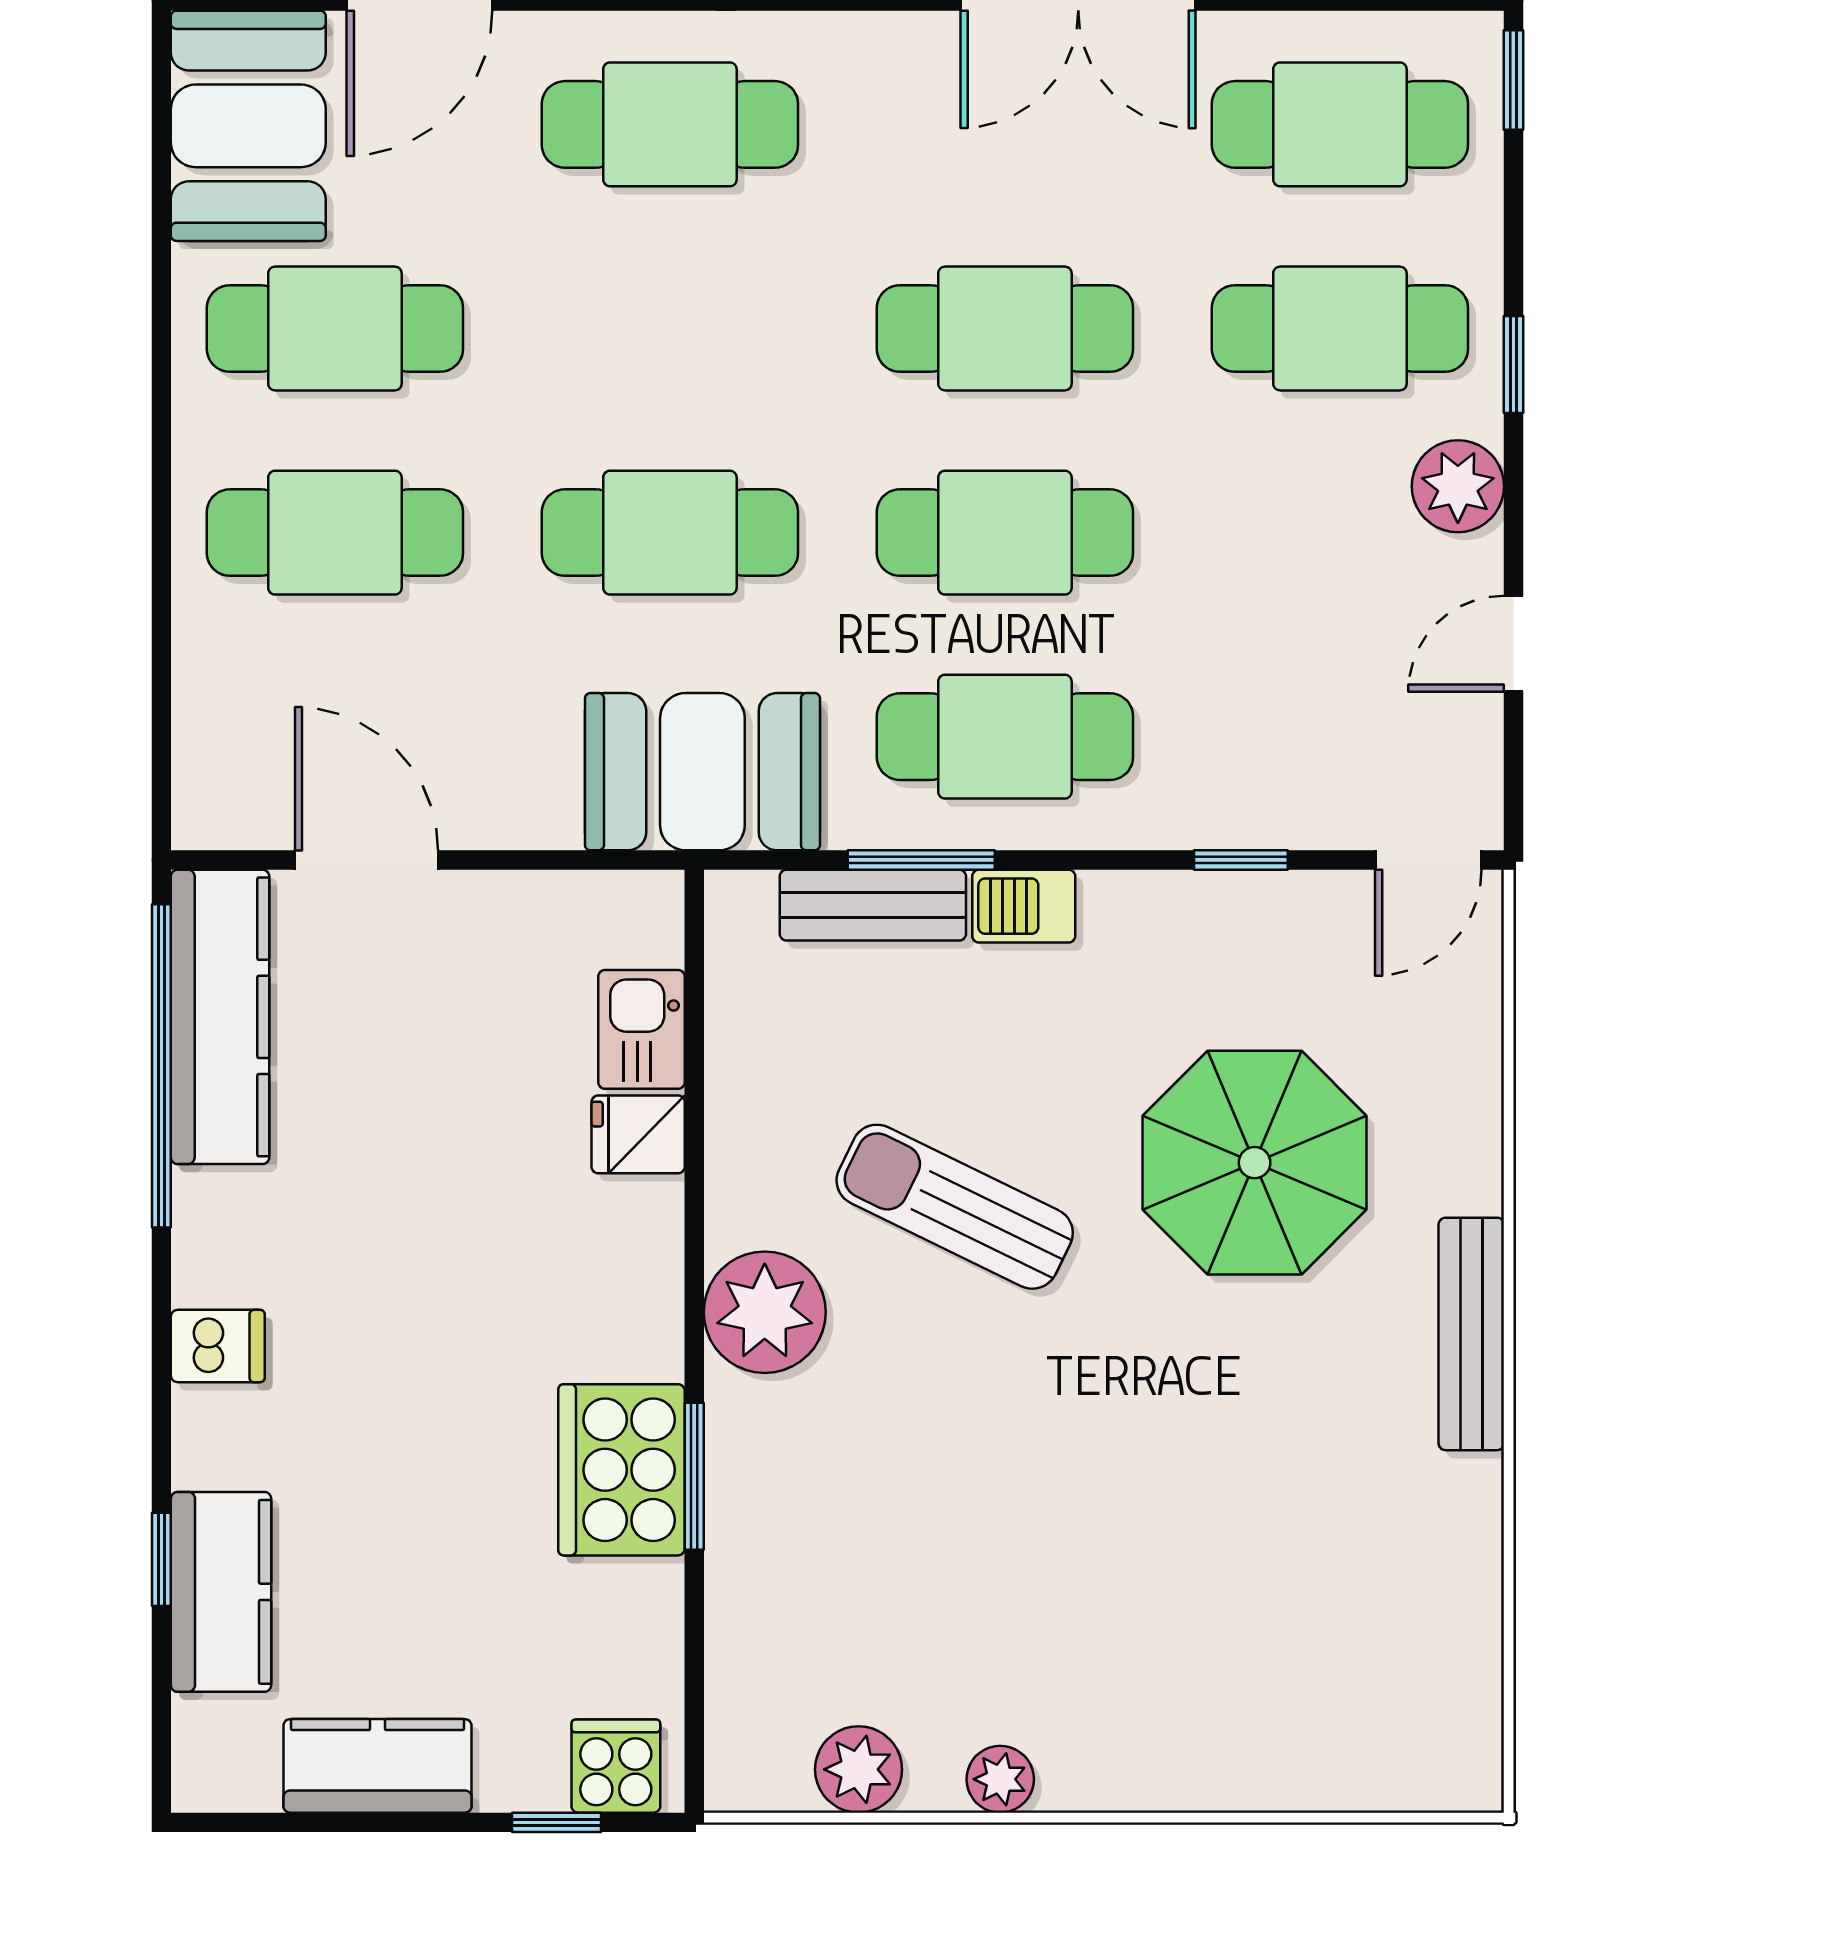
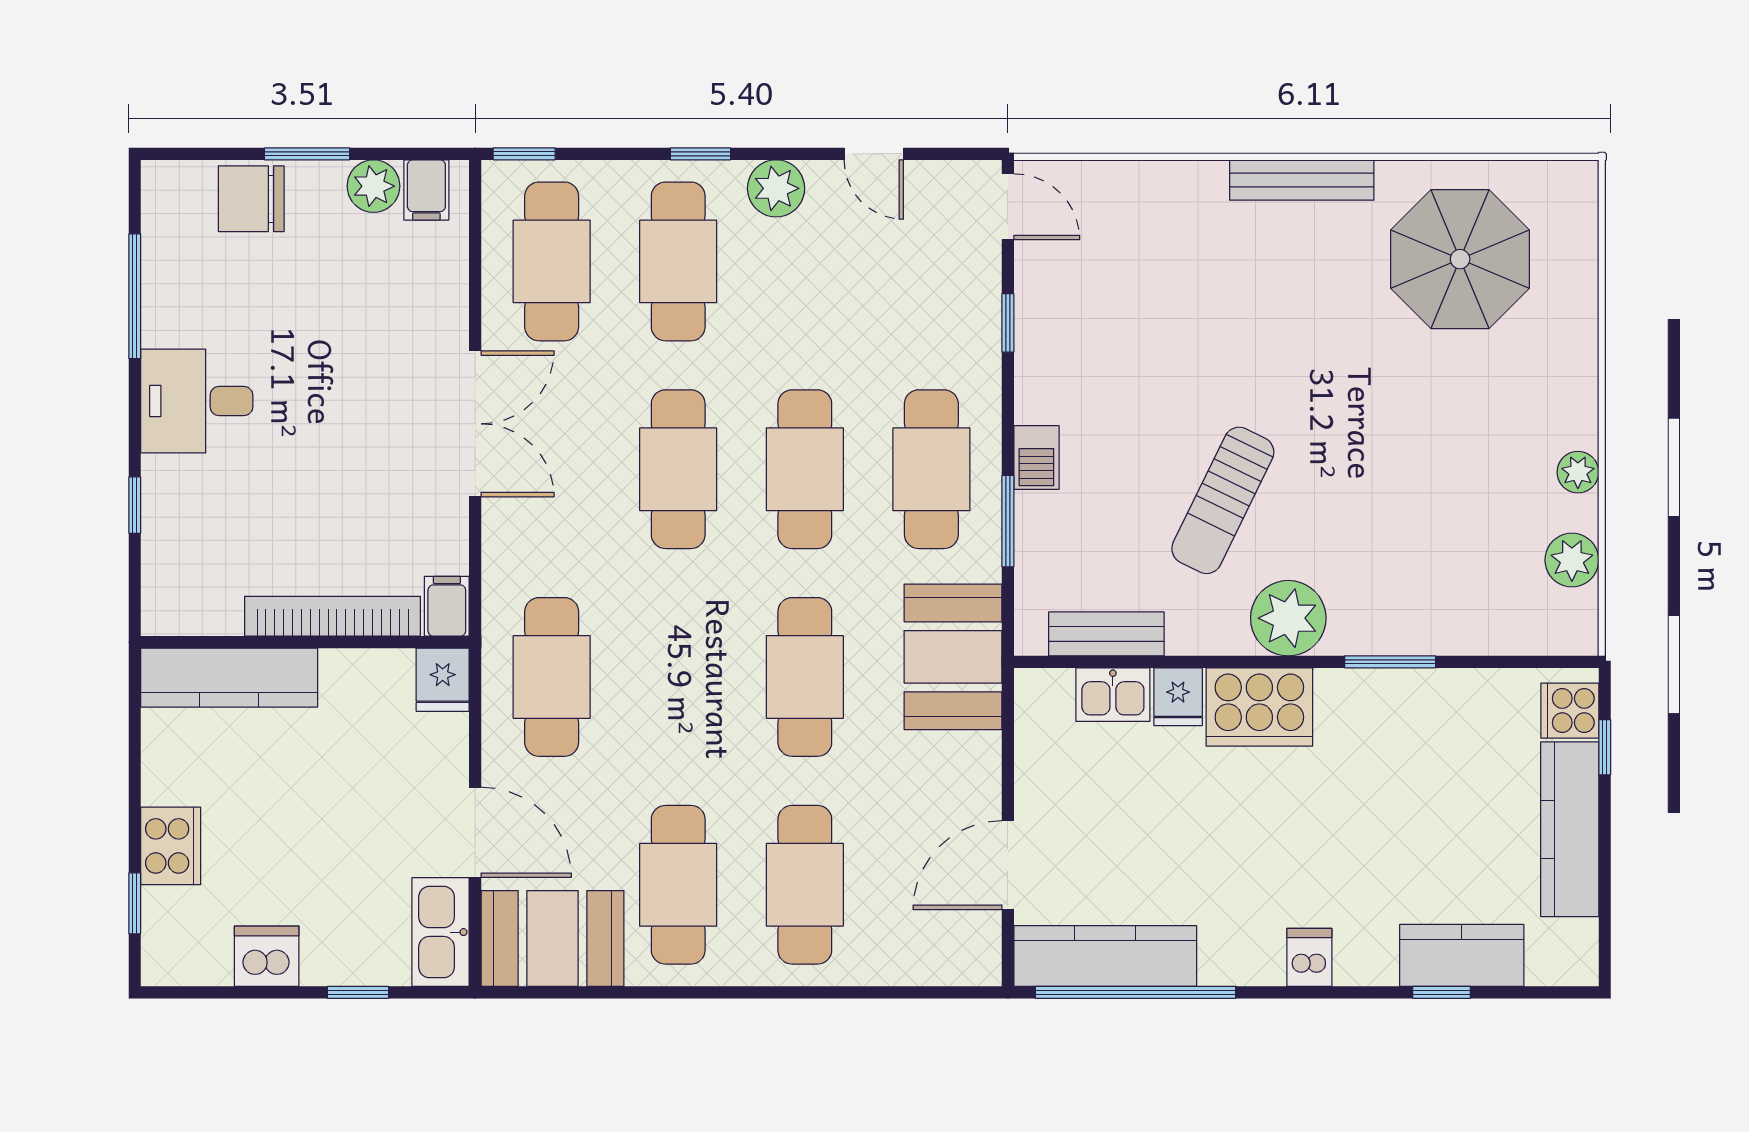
bench: (873, 905) -> (1106, 634), moved, turned 90
parasol: (1255, 1163) -> (1460, 259), moved
cooker: (622, 1470) -> (1259, 707), moved
kitchen counter: (377, 1766) -> (1570, 829), width x1.50

